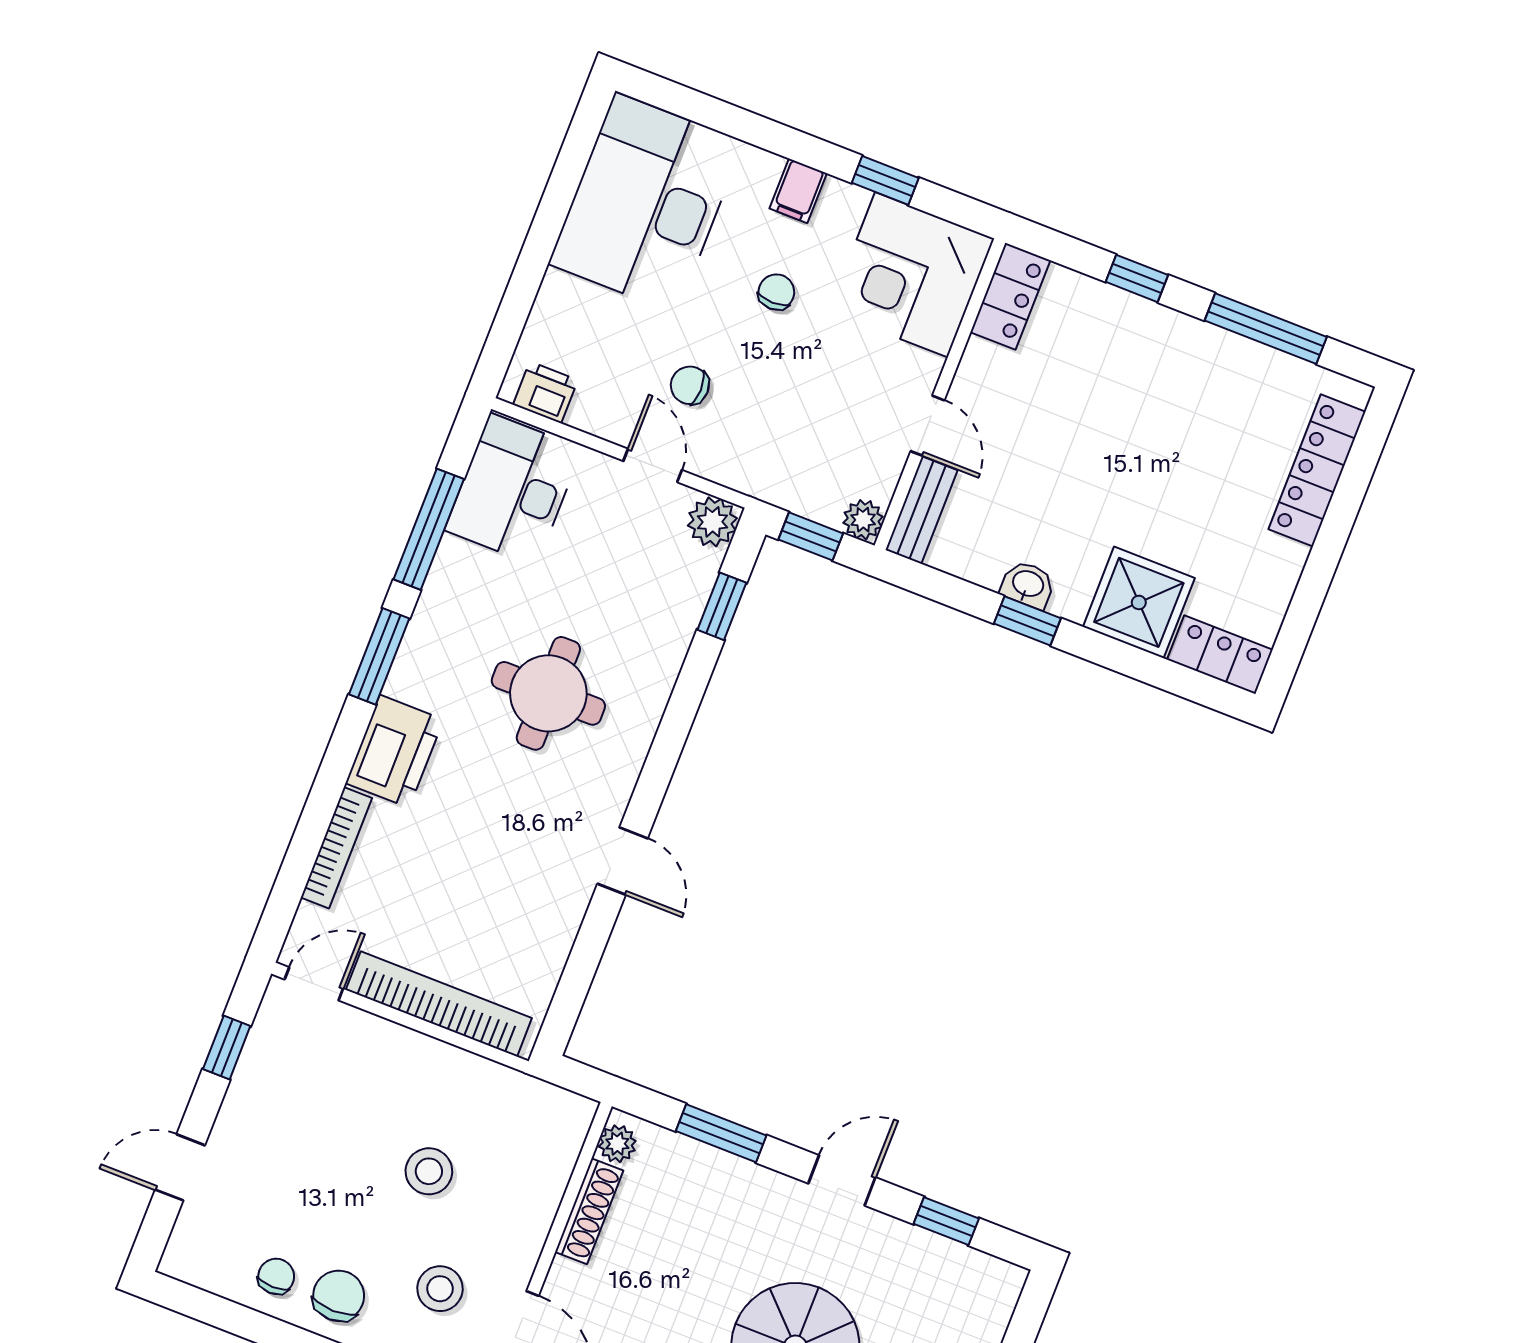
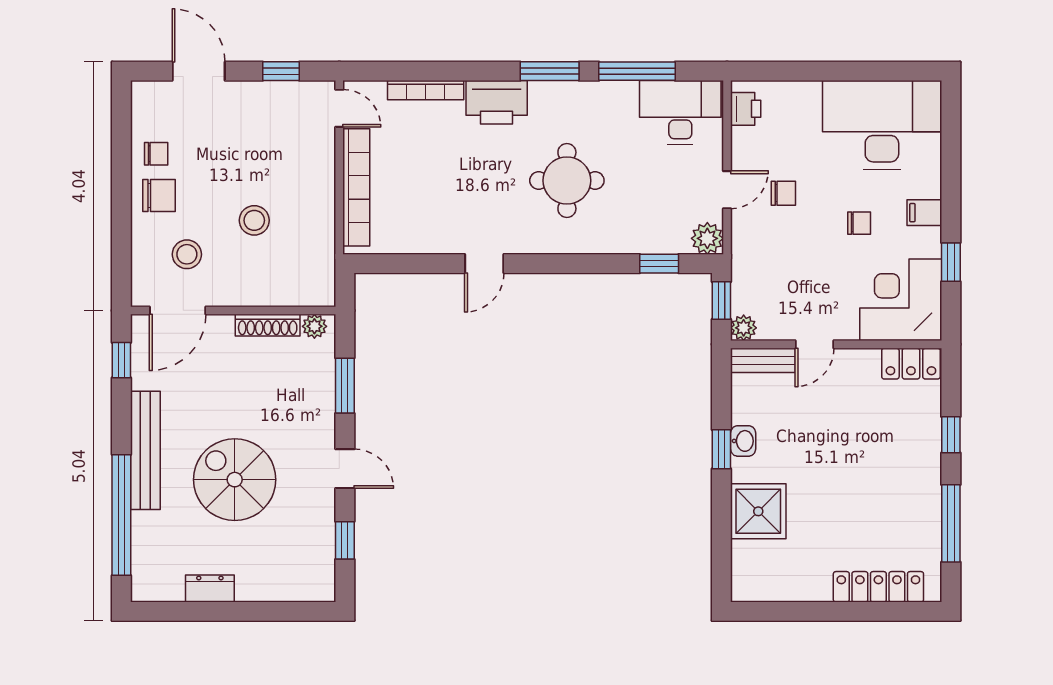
chair: (690, 385) -> (783, 193), turned 90
locker: (1220, 655) -> (746, 572), removed
door: (180, 1167) -> (199, 71), width x1.38

